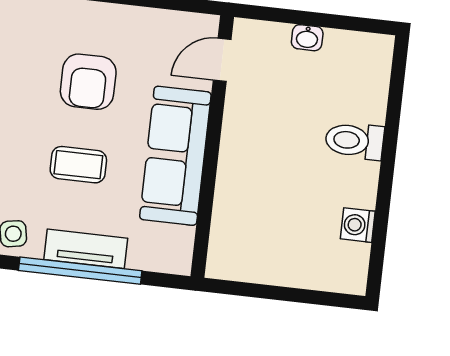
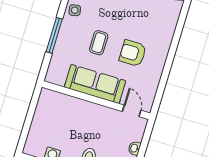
tv unit: (86, 249) -> (63, 39), removed
window: (80, 271) -> (54, 35), width x0.68

